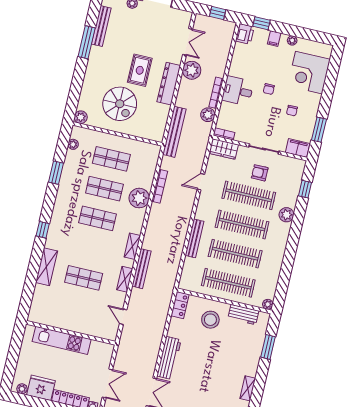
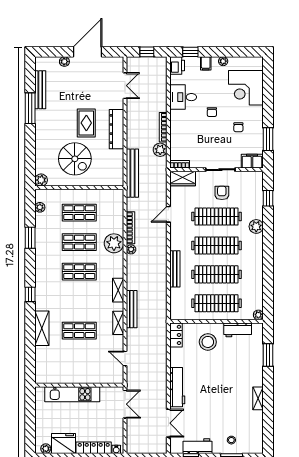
plant: (192, 70) -> (131, 249), moved, width x0.53, depth x0.53
desk: (238, 91) -> (183, 97), moved
armchair: (260, 173) -> (222, 193), turned 90
double door: (107, 383) -> (125, 404), moved

